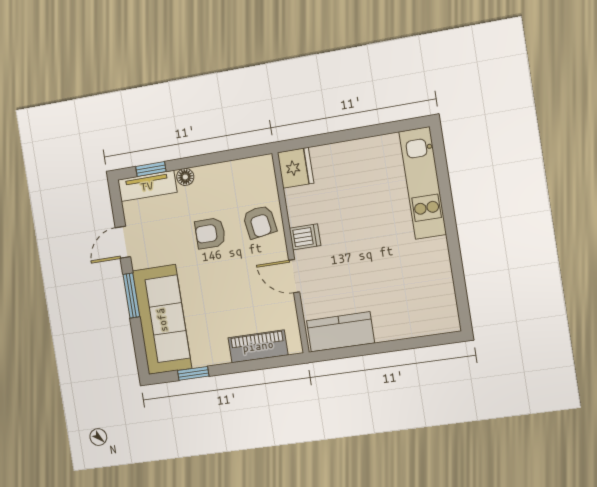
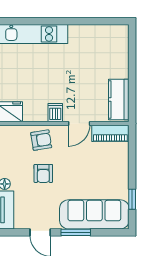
piano: (258, 346) -> (110, 133), moved, turned -90

